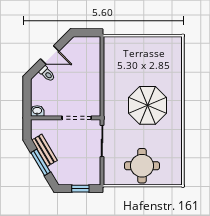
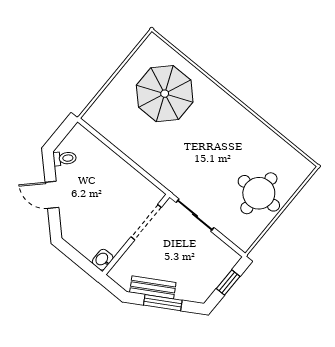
door: (50, 55) -> (52, 195), swing flipped
toilet: (47, 74) -> (65, 158), moved
parasol: (148, 105) -> (165, 94), moved

